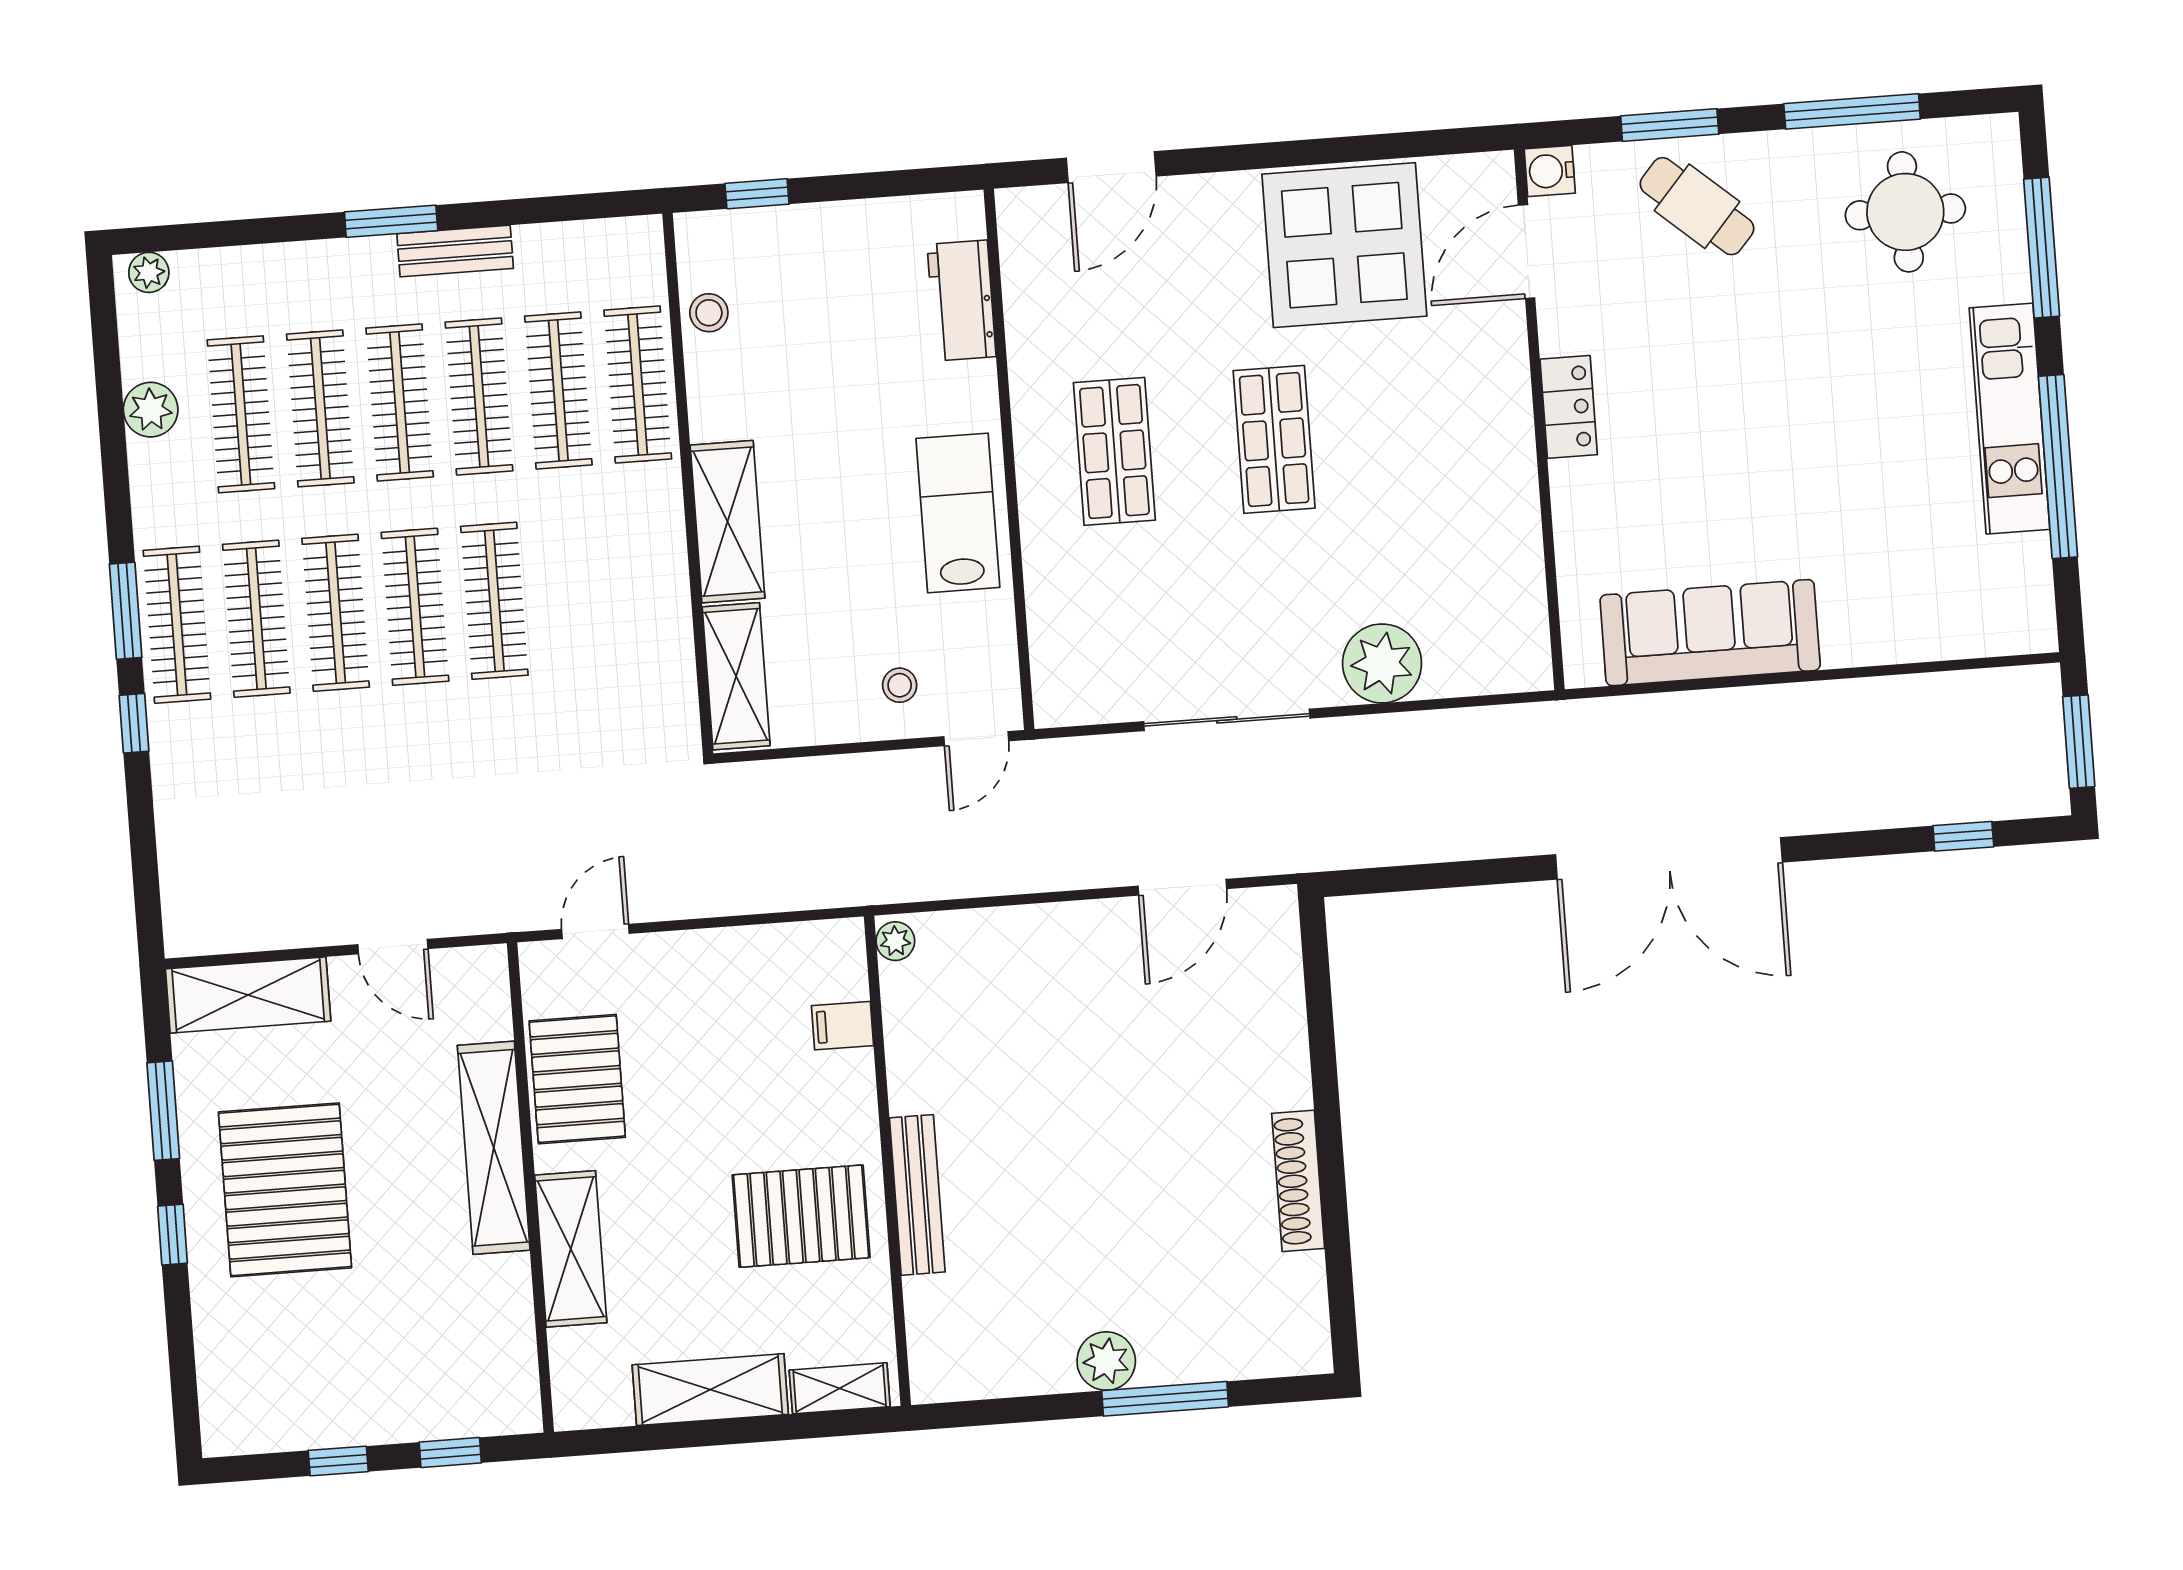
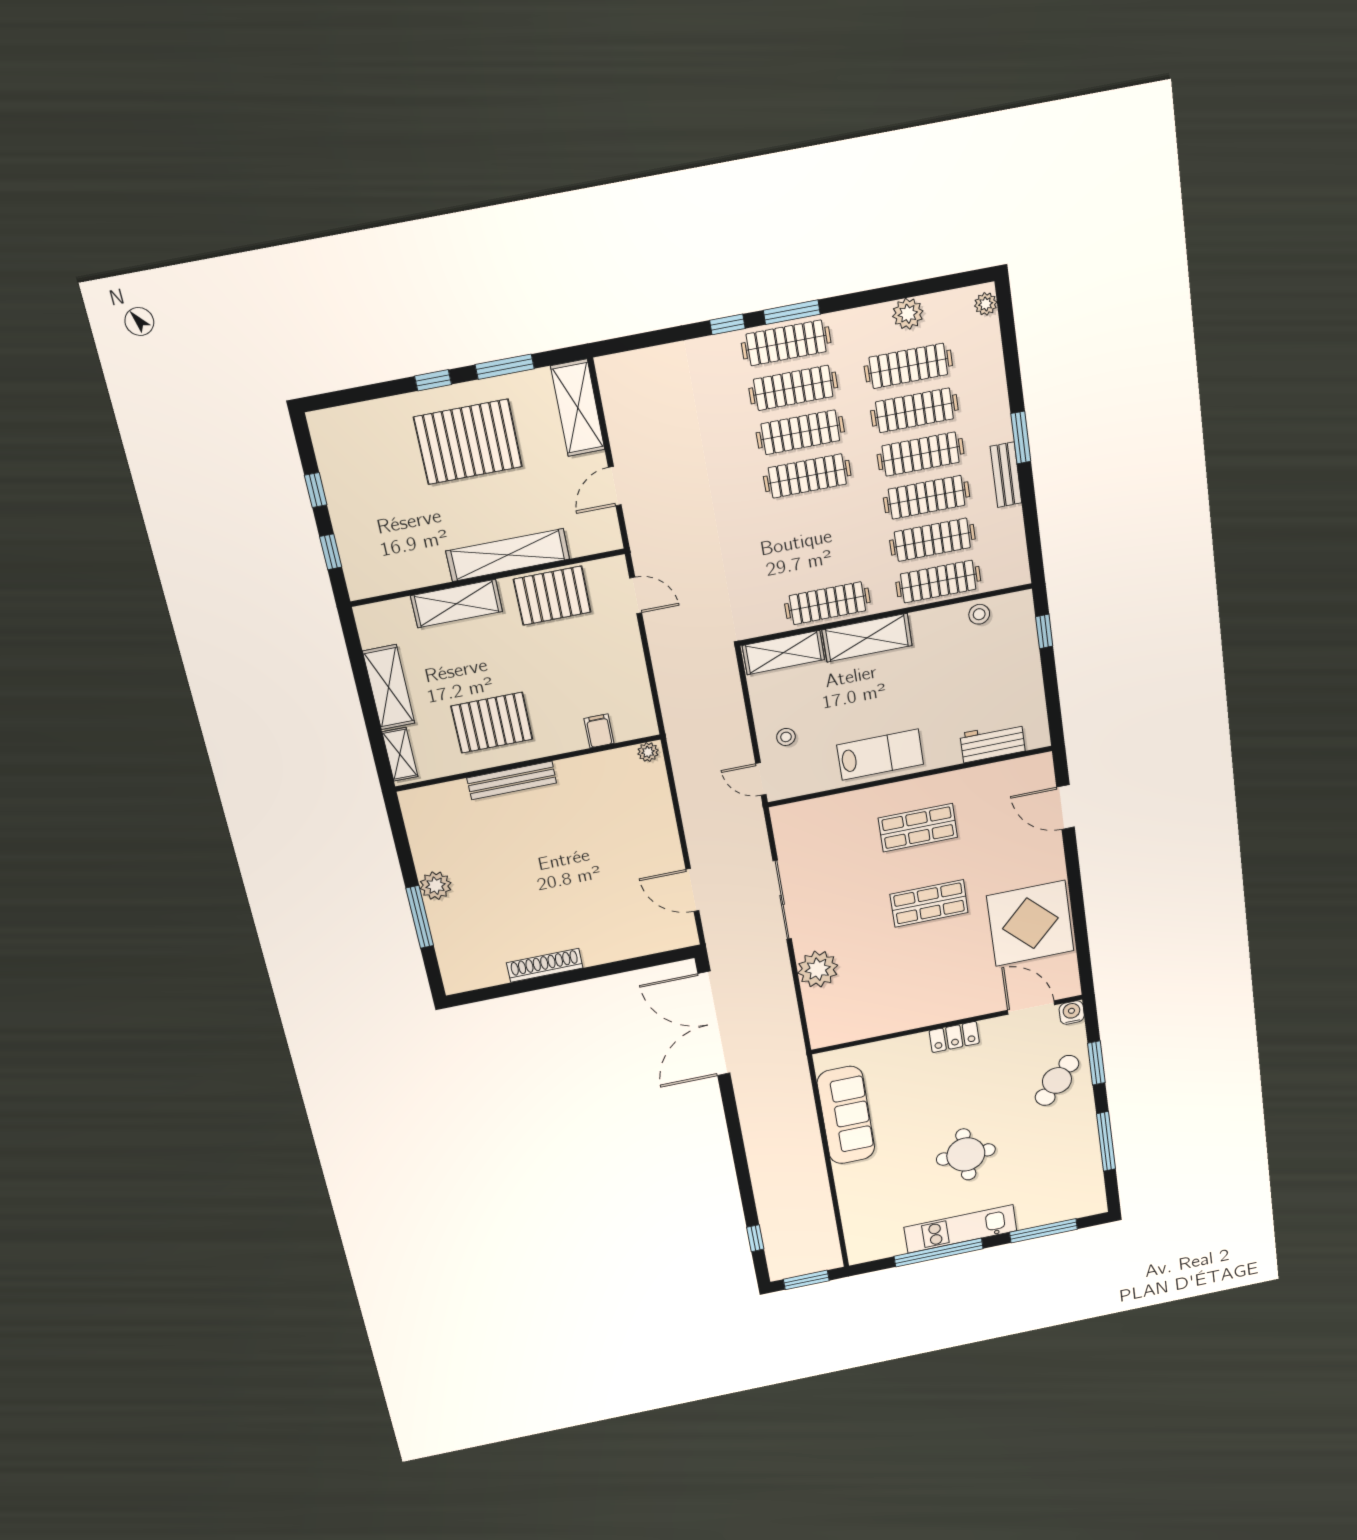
round table: (1905, 212) -> (966, 1154), moved
clothes rail: (494, 601) -> (827, 603), moved
double door: (1669, 858) -> (714, 1024), moved
pallet: (801, 1216) -> (492, 723), turned 90

